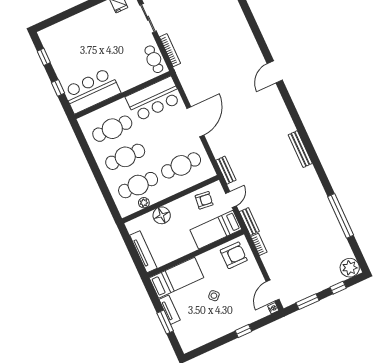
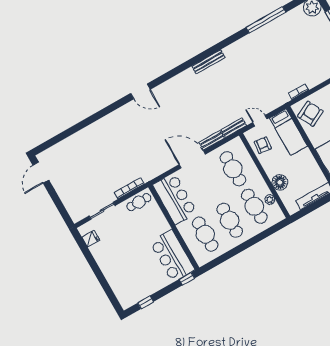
window: (58, 88) -> (187, 279), moved
bench: (249, 221) -> (212, 140), moved
armchair: (234, 255) -> (310, 114), turned 63

